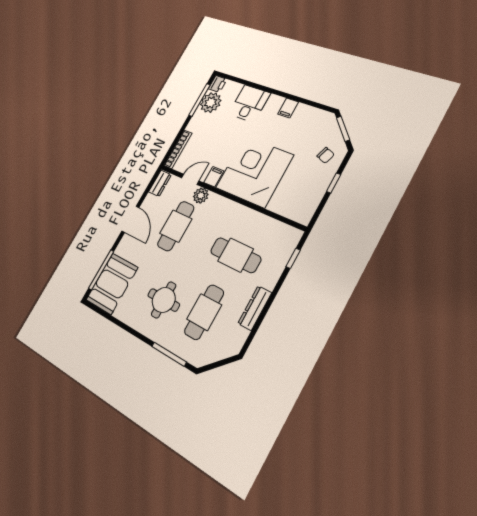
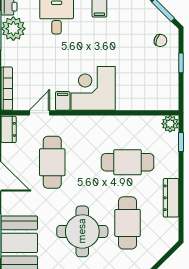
corner desk: (254, 171) -> (93, 88), width x0.74, depth x0.74
plant: (201, 195) -> (170, 124), moved
round table: (164, 300) -> (82, 231), width x1.36, depth x1.36

